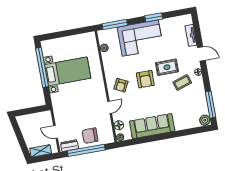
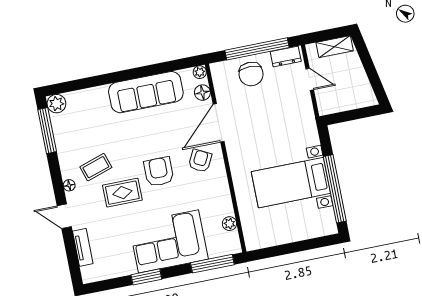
door: (110, 107) -> (219, 123), width x1.88
chair: (90, 136) -> (251, 74), turned 90

